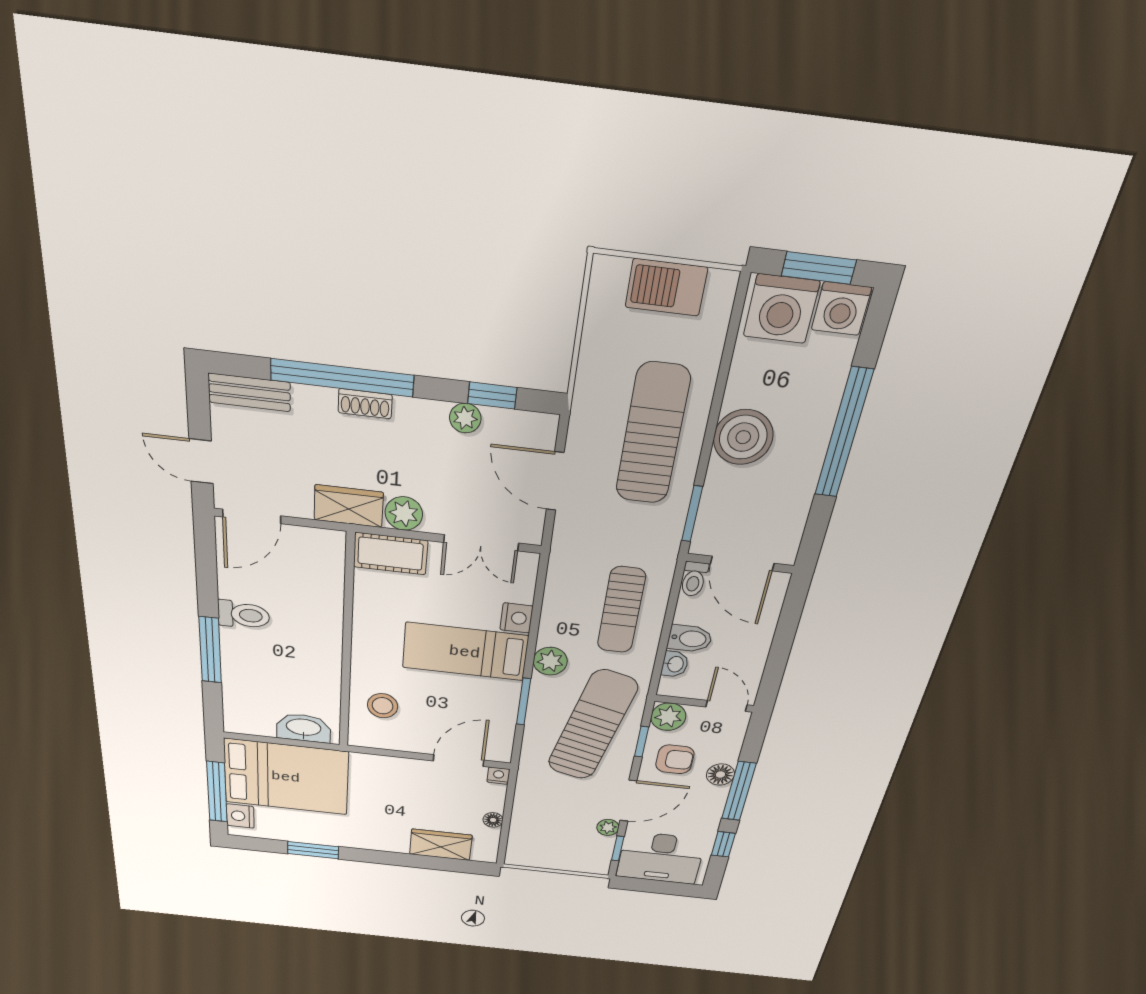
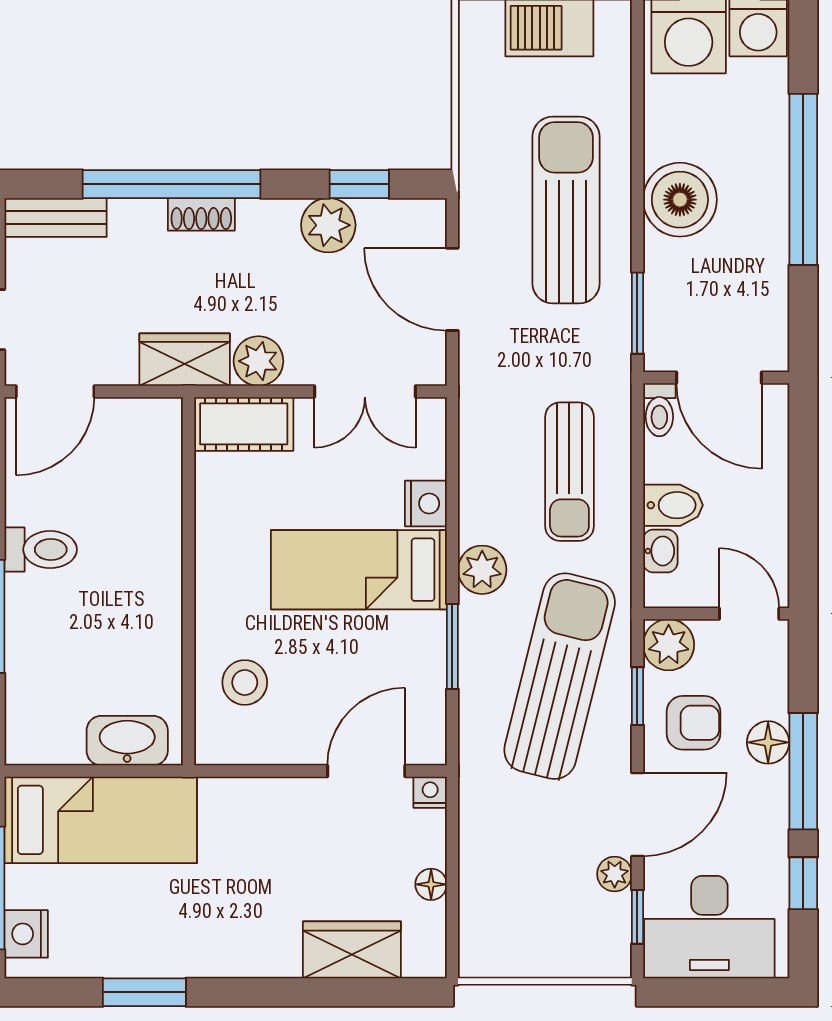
plant: (465, 418) -> (328, 225), width x1.38, depth x1.38
bed: (286, 777) -> (101, 820), width x0.67

